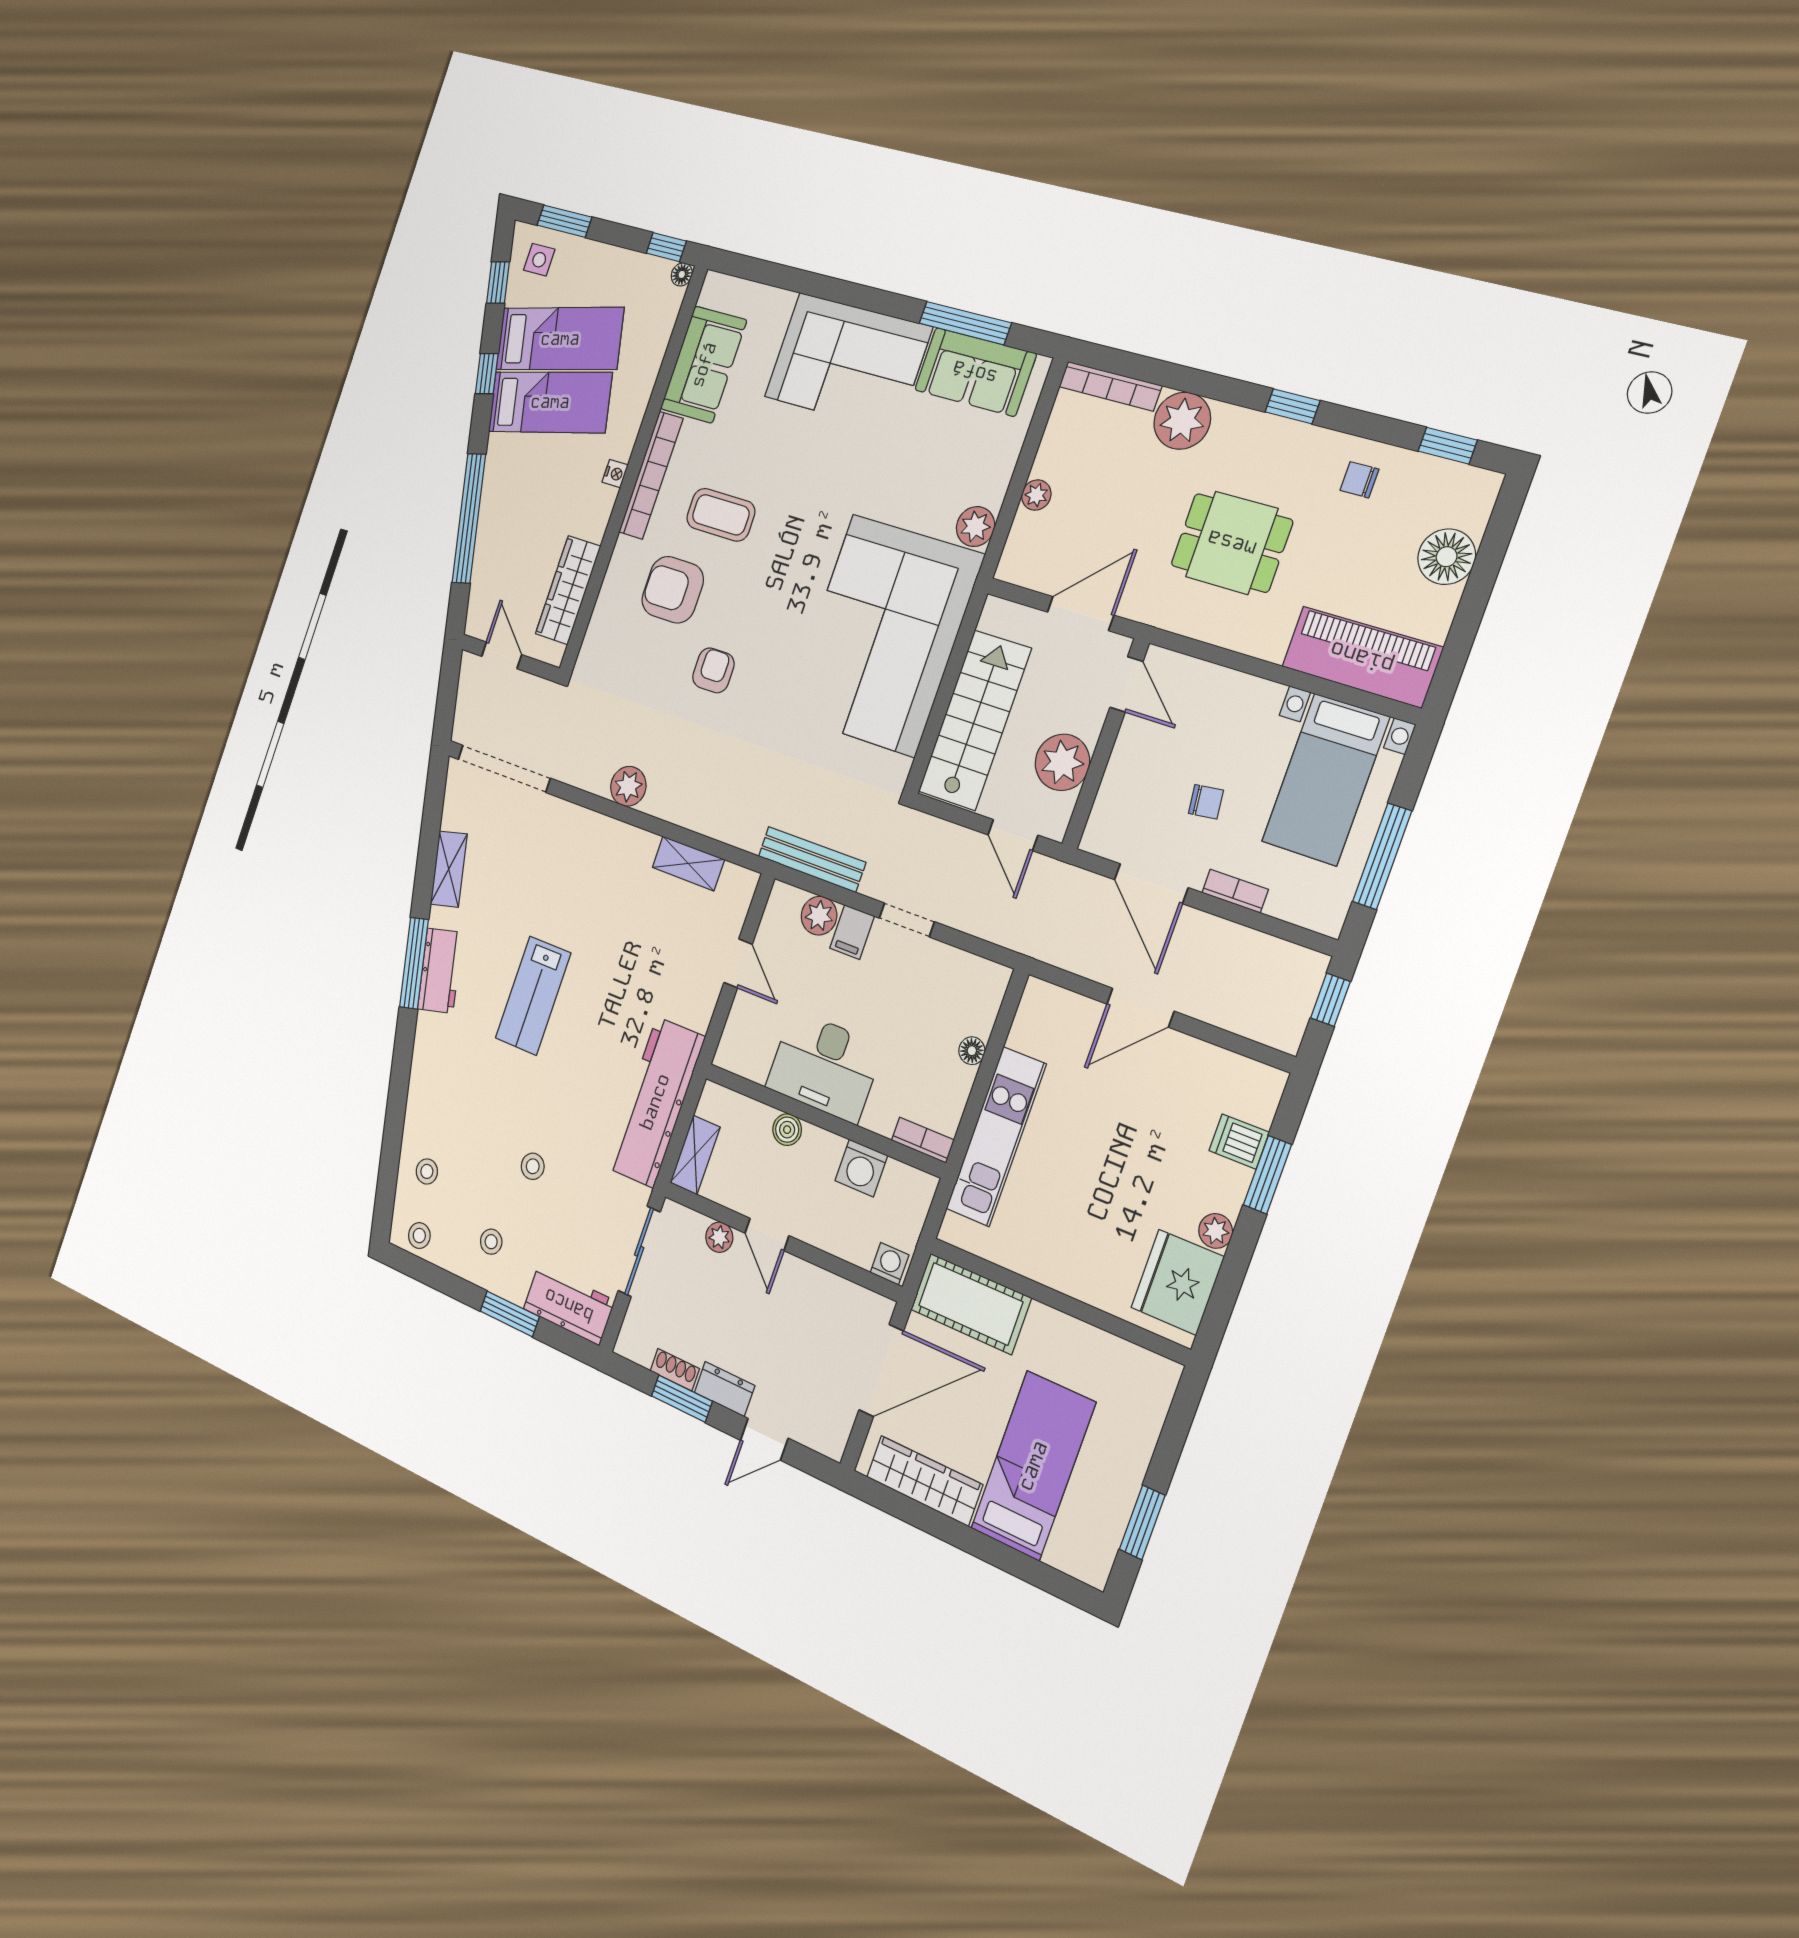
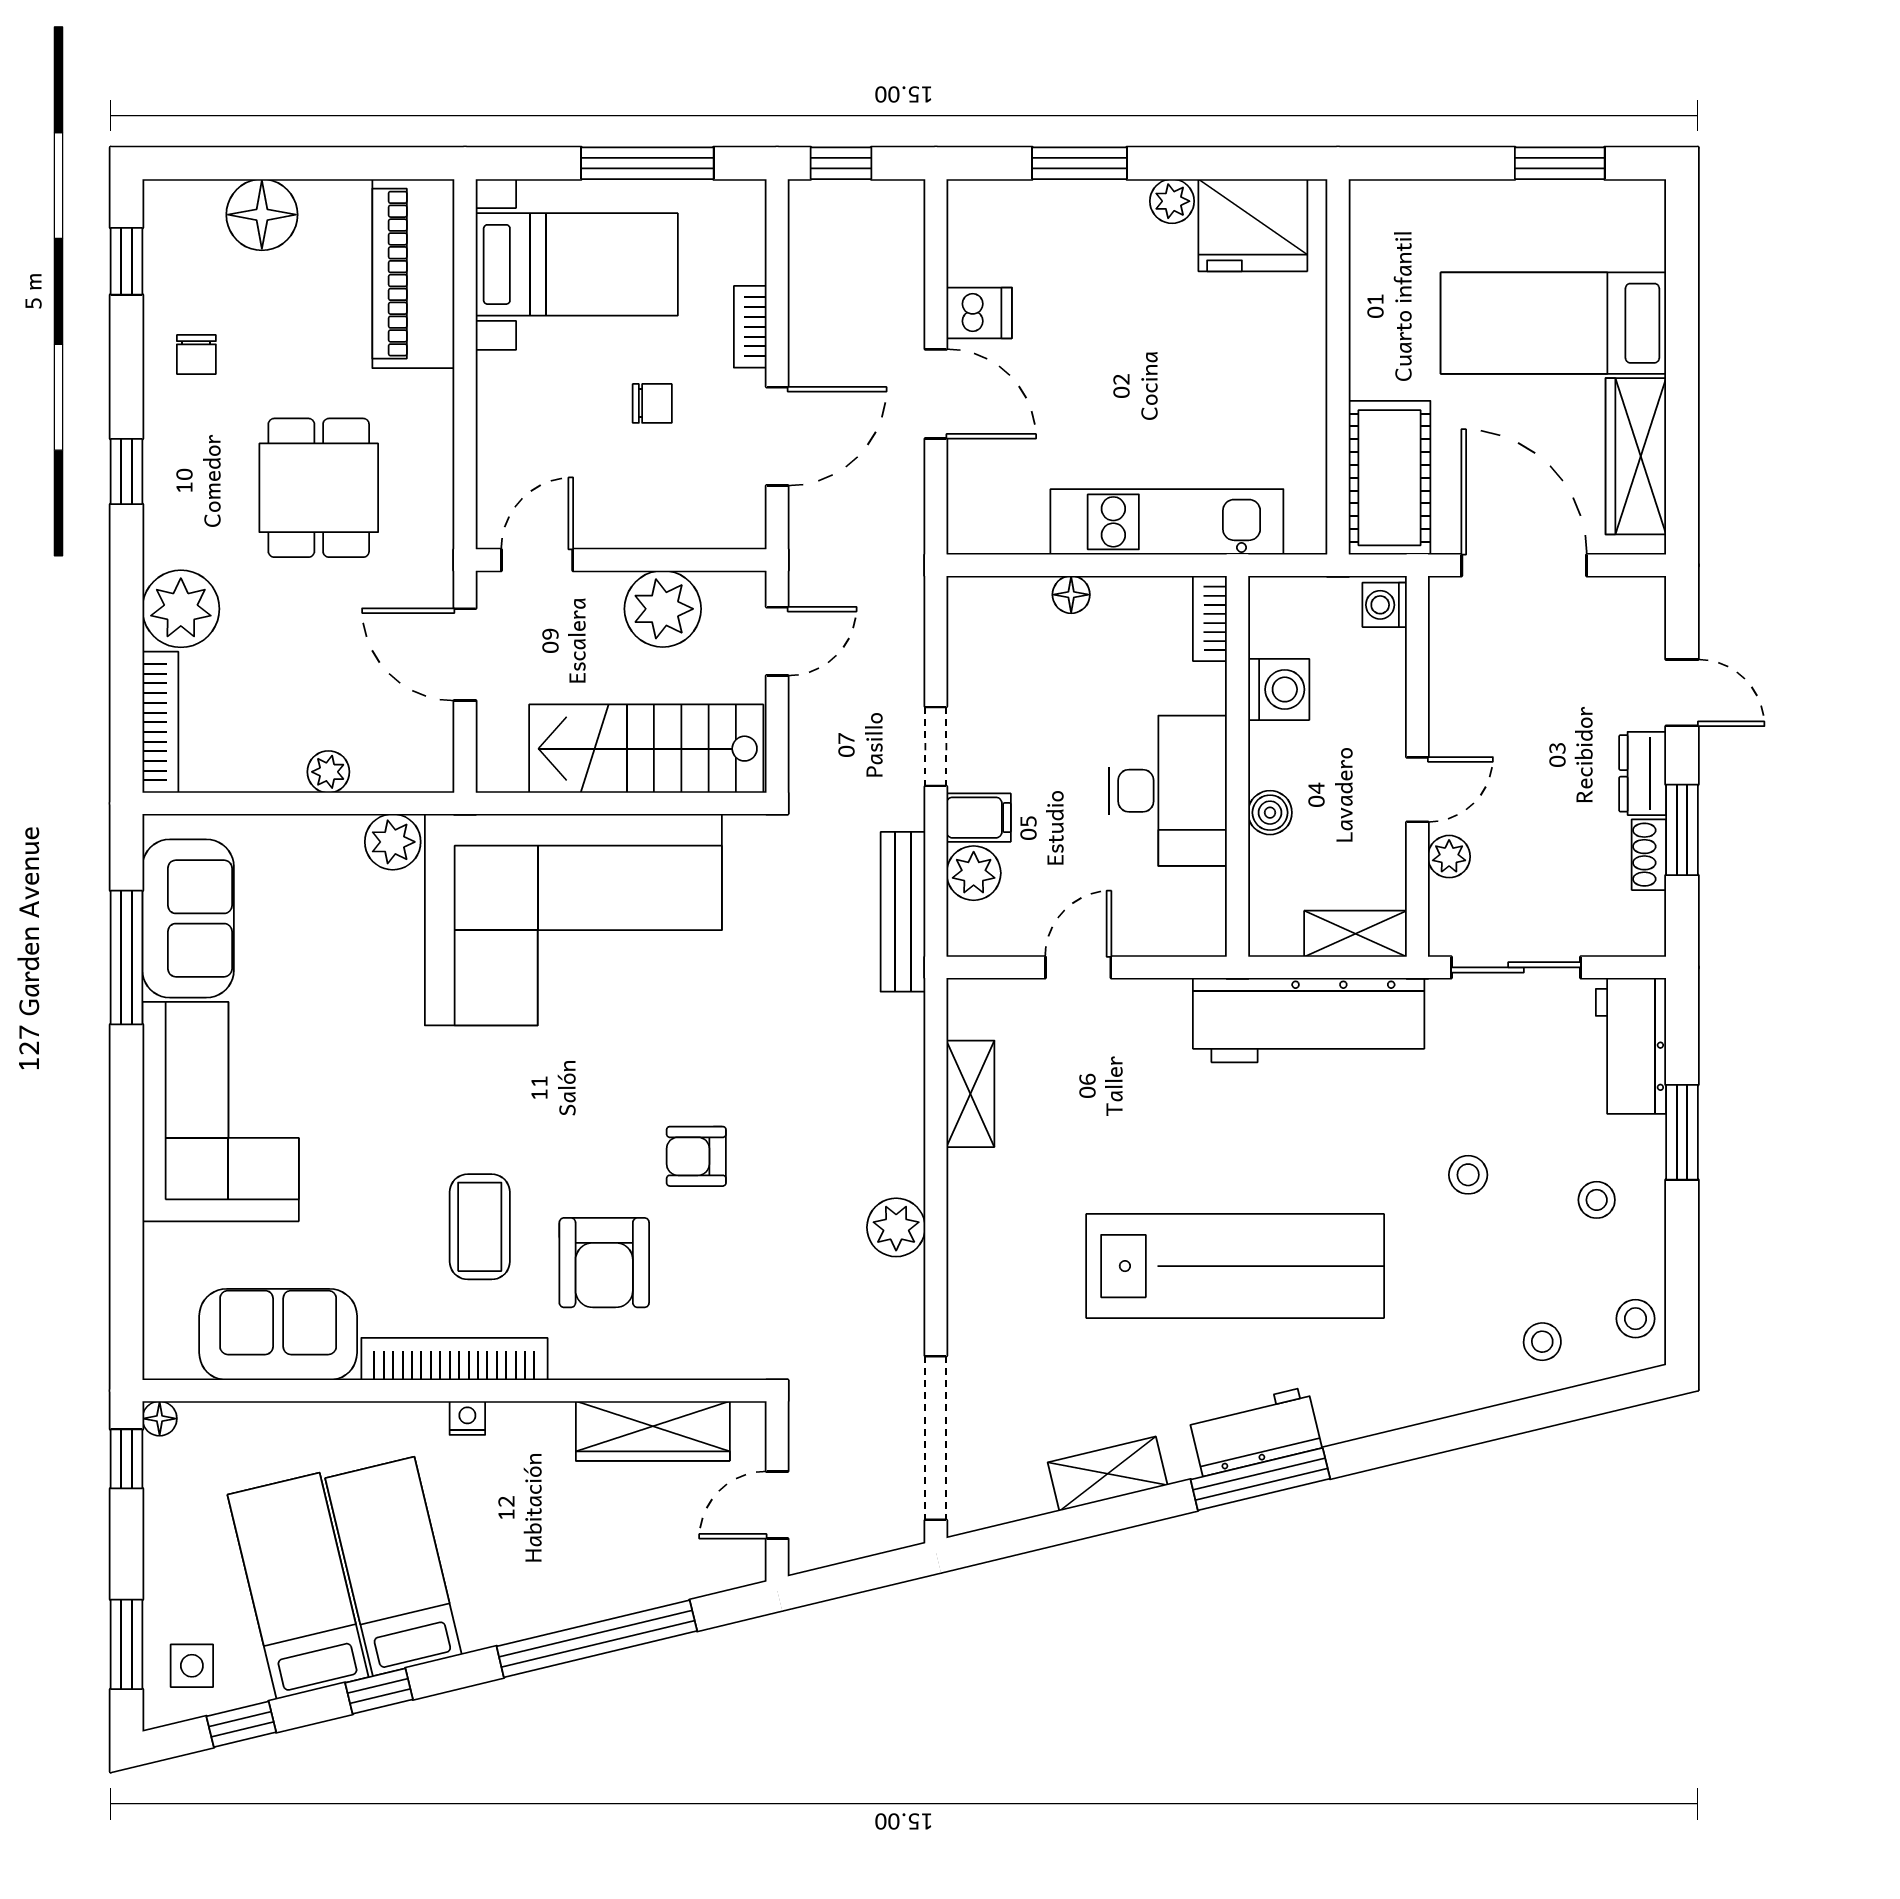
chair: (1206, 802) -> (652, 403), turned 97
lab bench: (533, 996) -> (1235, 1266), width x1.86, depth x1.39
dishwasher: (1239, 1141) -> (979, 313), moved, turned -90

